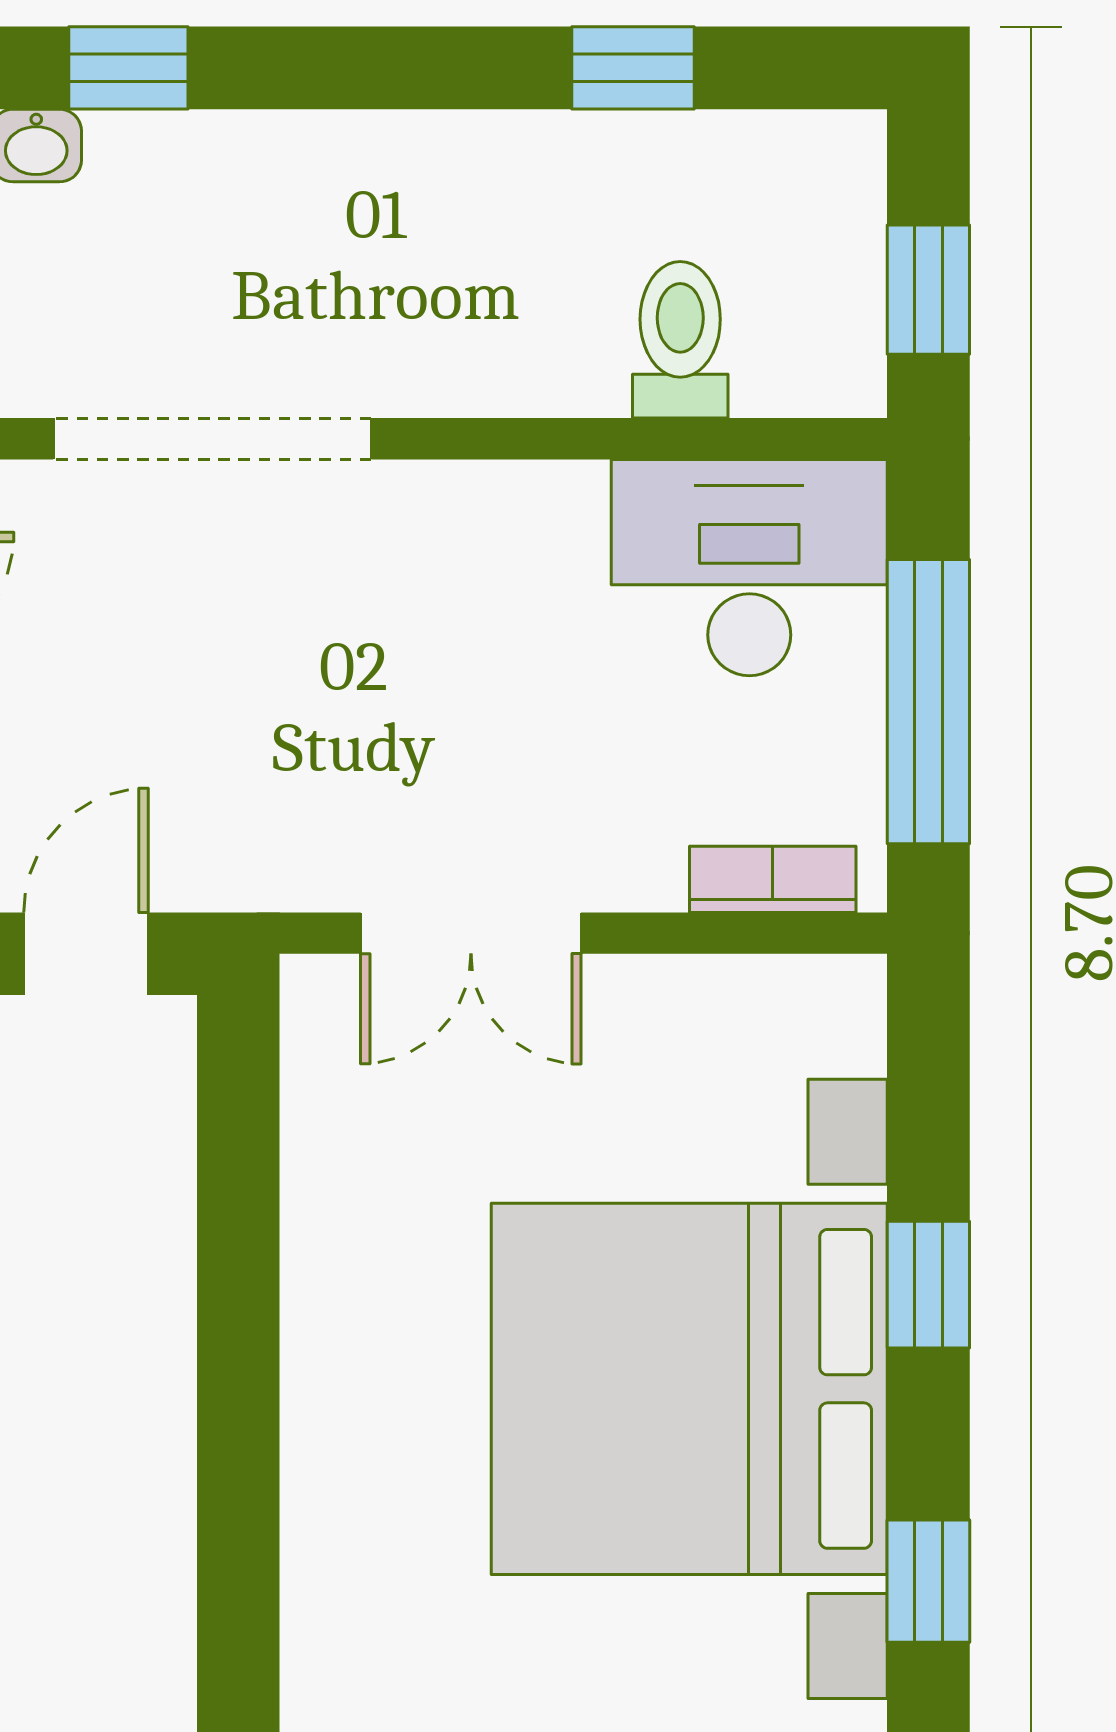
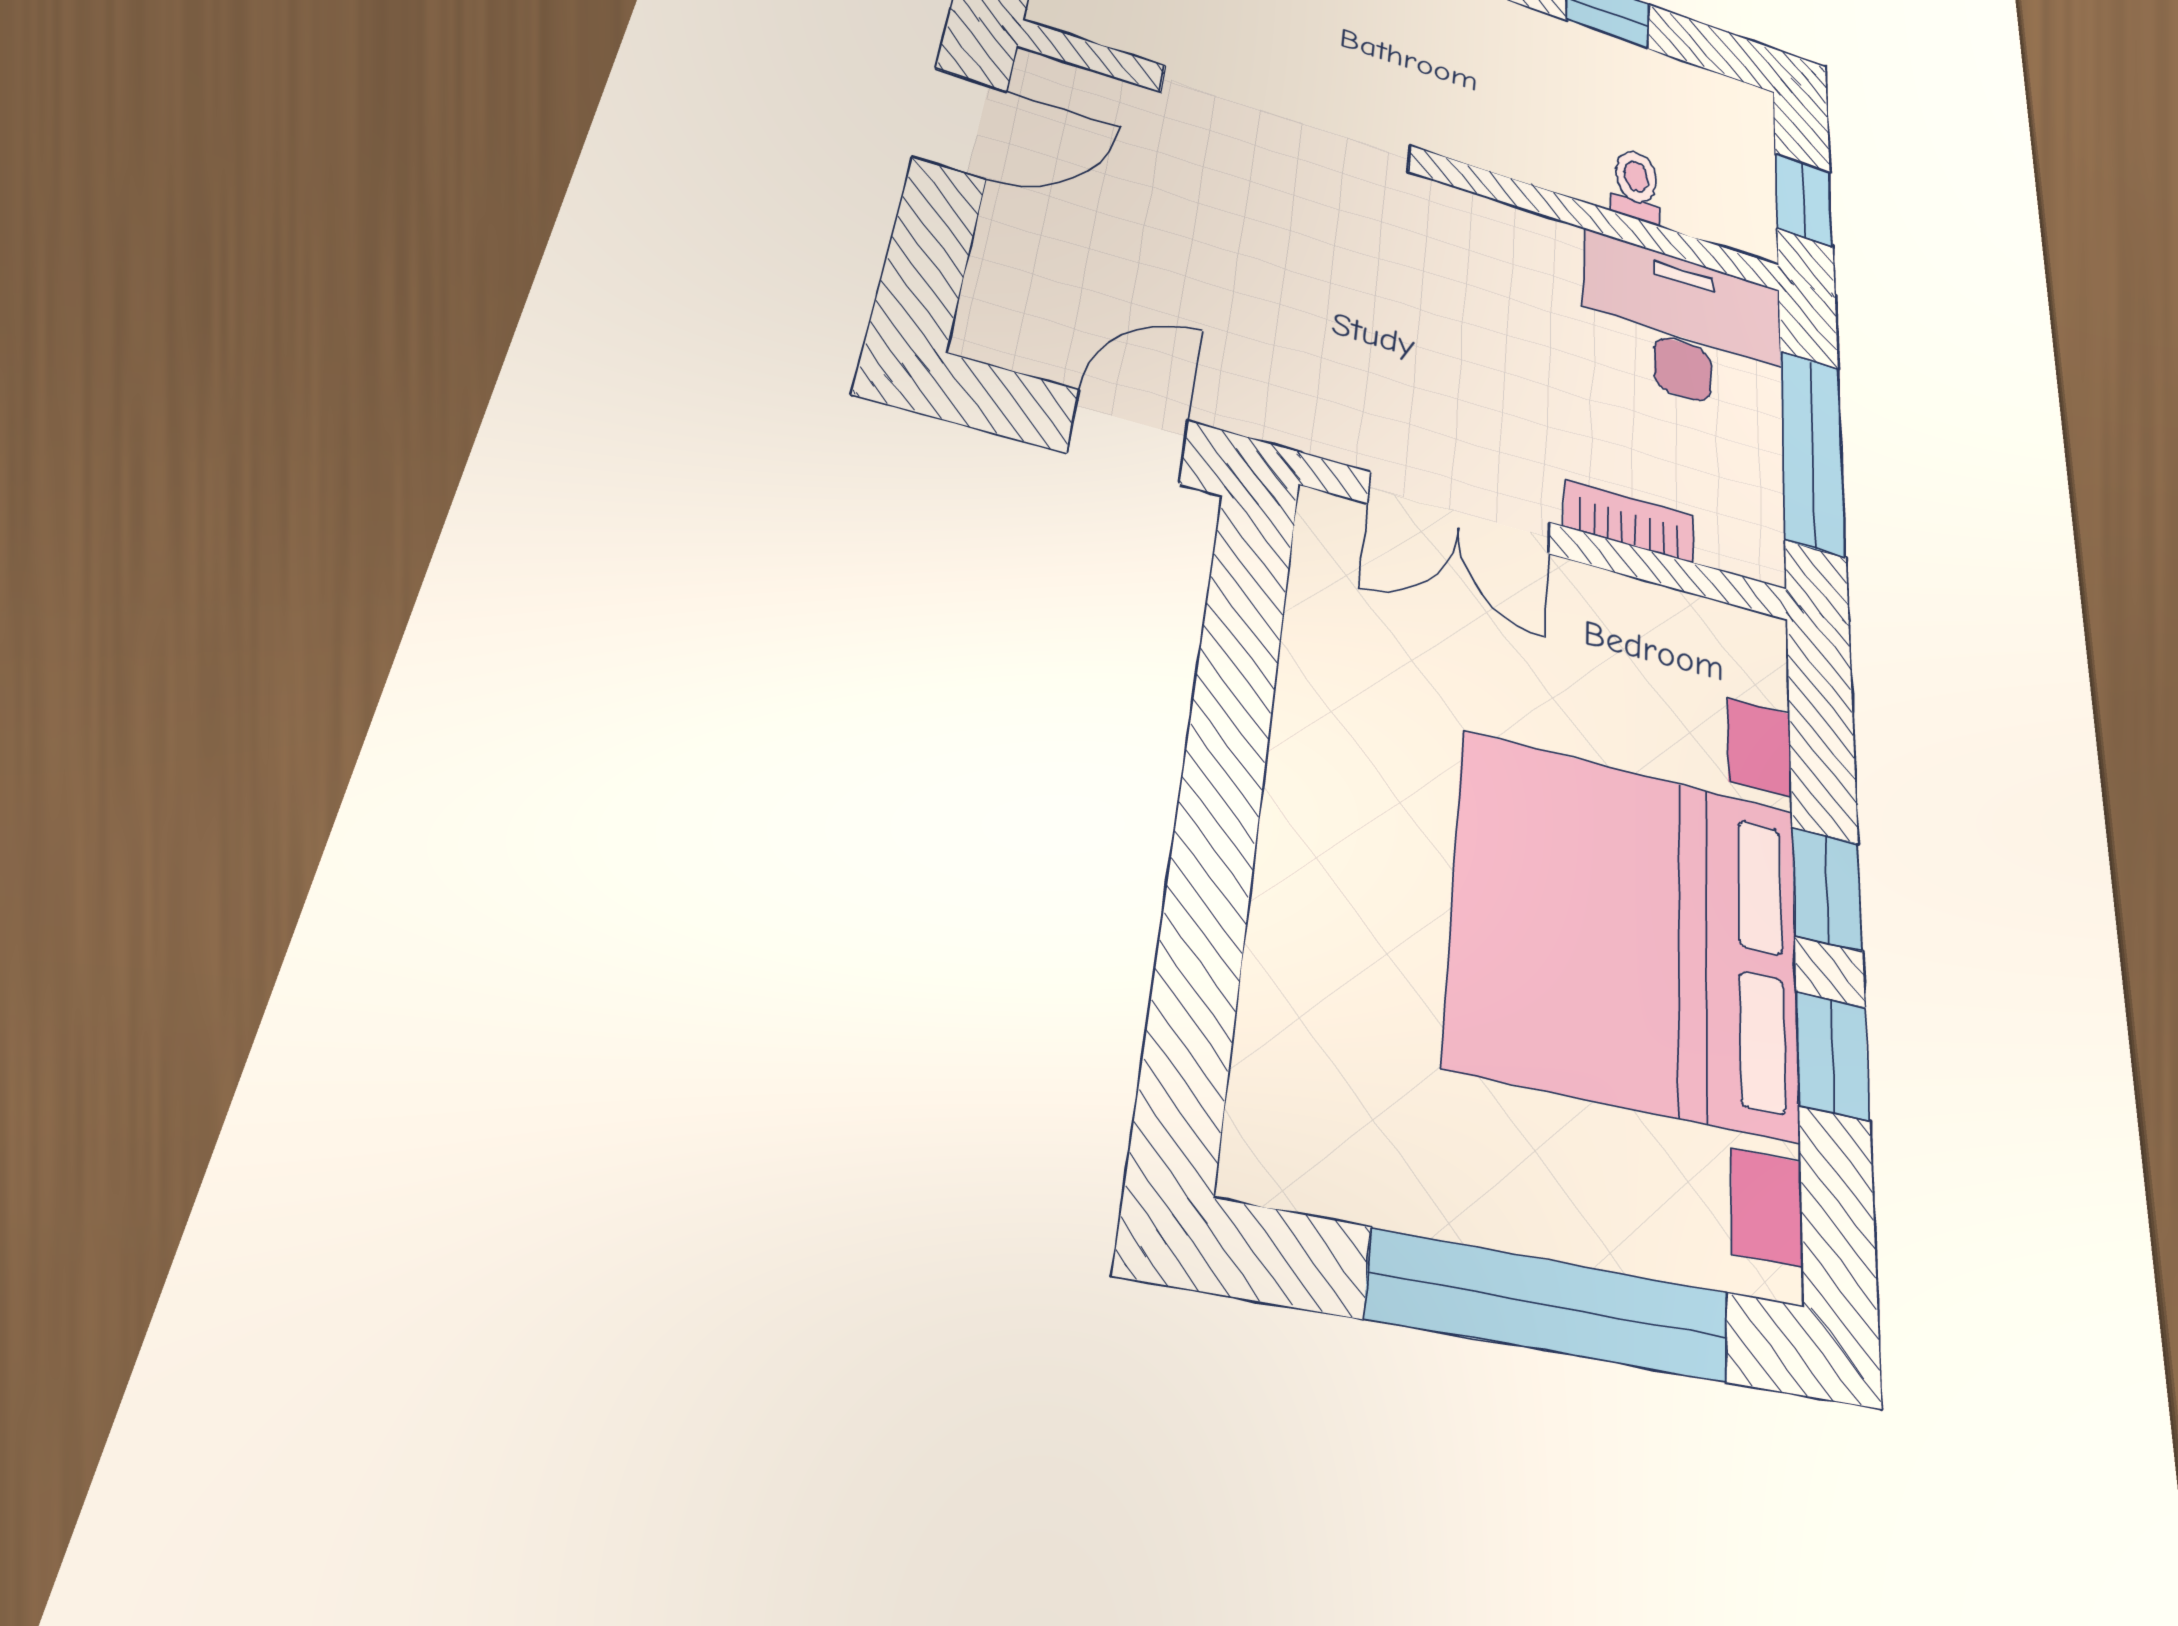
toilet: (680, 340) -> (1636, 186), width x0.73, depth x0.72
bookcase: (773, 879) -> (1629, 521), moved
window: (928, 1581) -> (1833, 1056), moved

